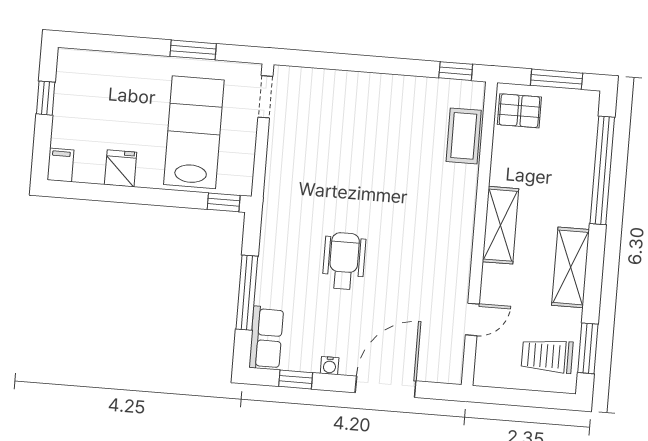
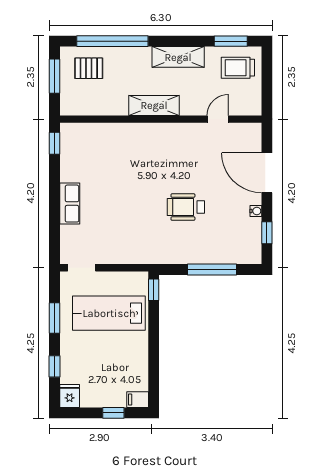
window: (120, 44) -> (54, 366), added
window: (46, 98) -> (113, 413), moved
pallet: (519, 111) -> (89, 68), moved, turned 90
coffee table: (464, 136) -> (97, 135), removed
fridge: (121, 168) -> (70, 396), moved, turned 90
door: (472, 319) -> (218, 119), hinge flipped
row of seats: (266, 338) -> (70, 204), moved, turned 90
trolley: (547, 356) -> (238, 68), turned 90

